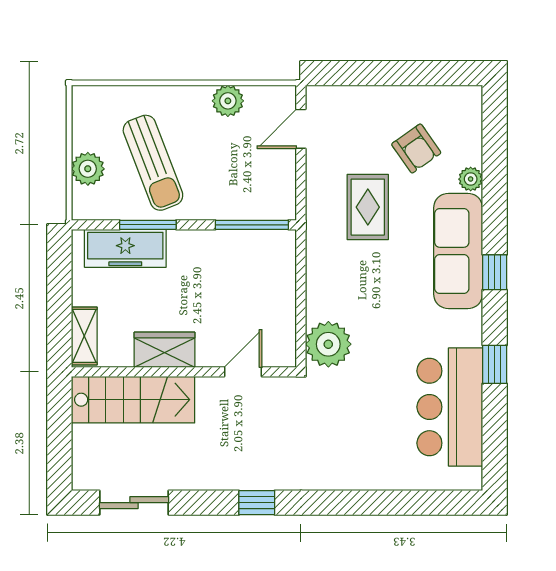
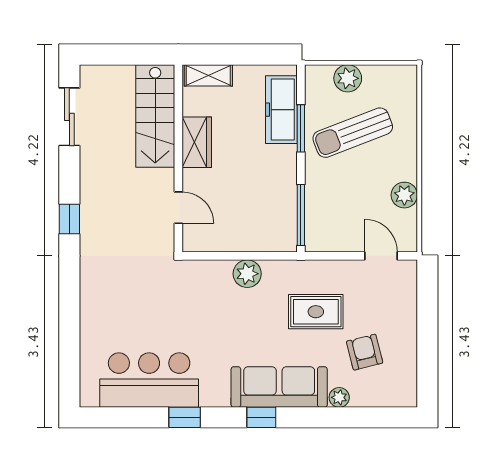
armchair: (416, 148) -> (365, 352), turned 111
plant: (328, 344) -> (247, 274), moved, width x0.73, depth x0.73

